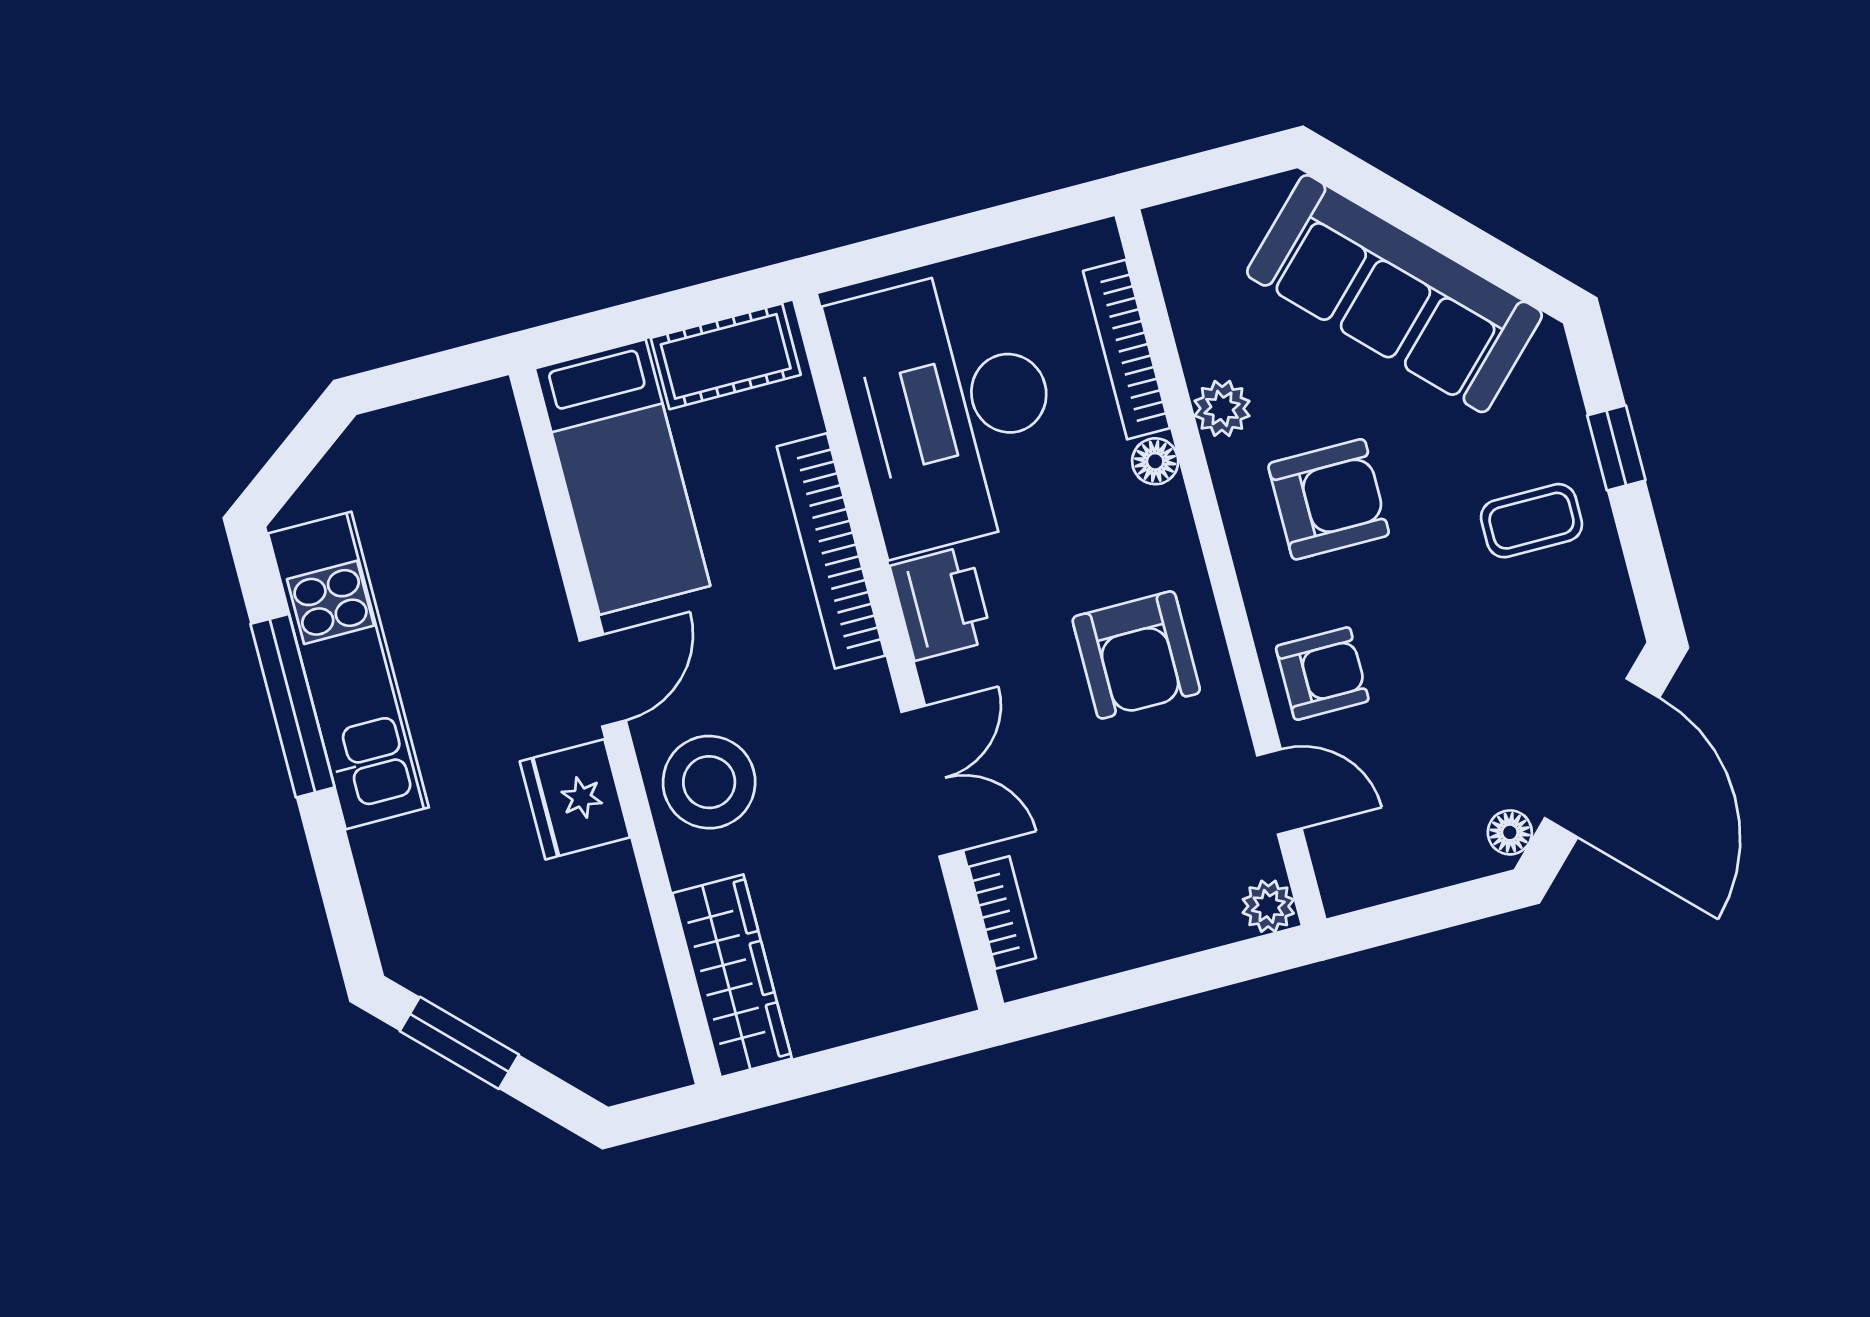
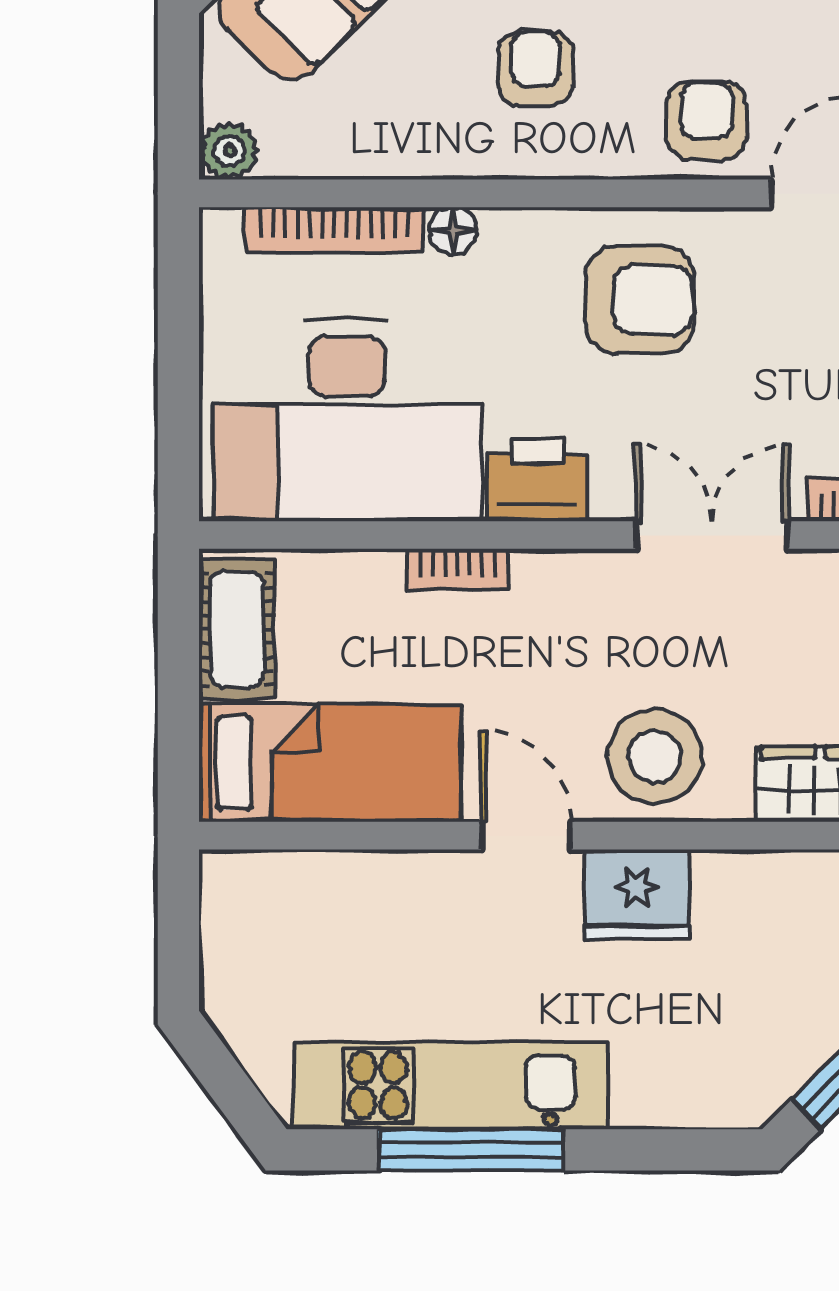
plant: (1222, 408) -> (229, 151), moved
armchair: (1329, 499) -> (536, 69), width x0.72, depth x0.72
bookcase: (831, 551) -> (457, 569), width x0.43, depth x0.76

